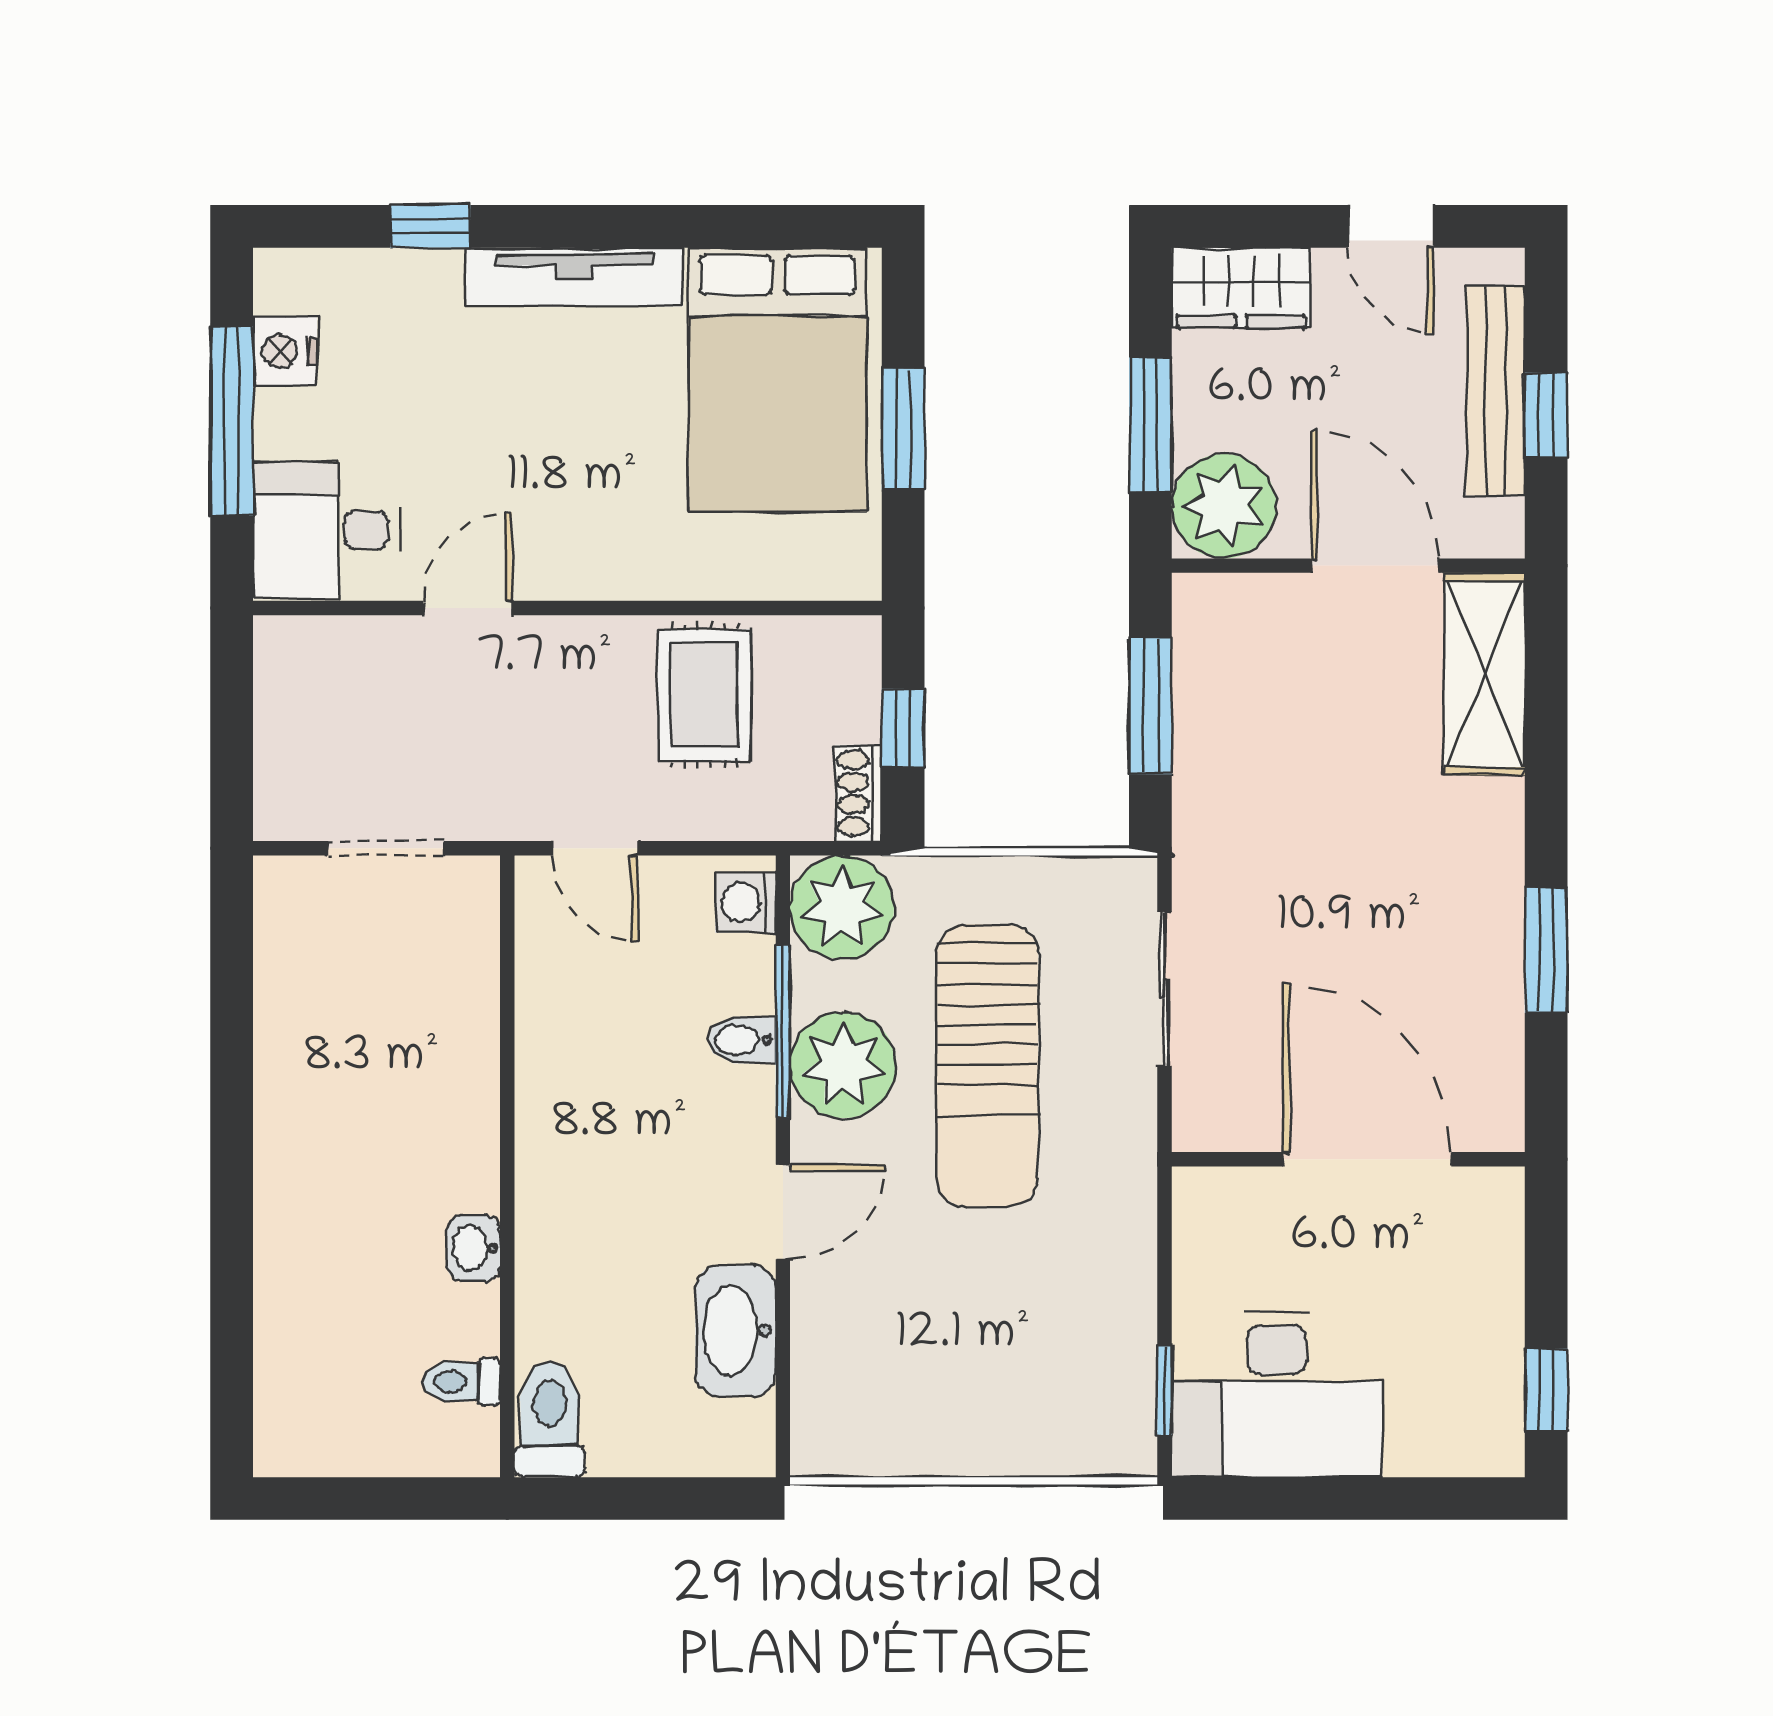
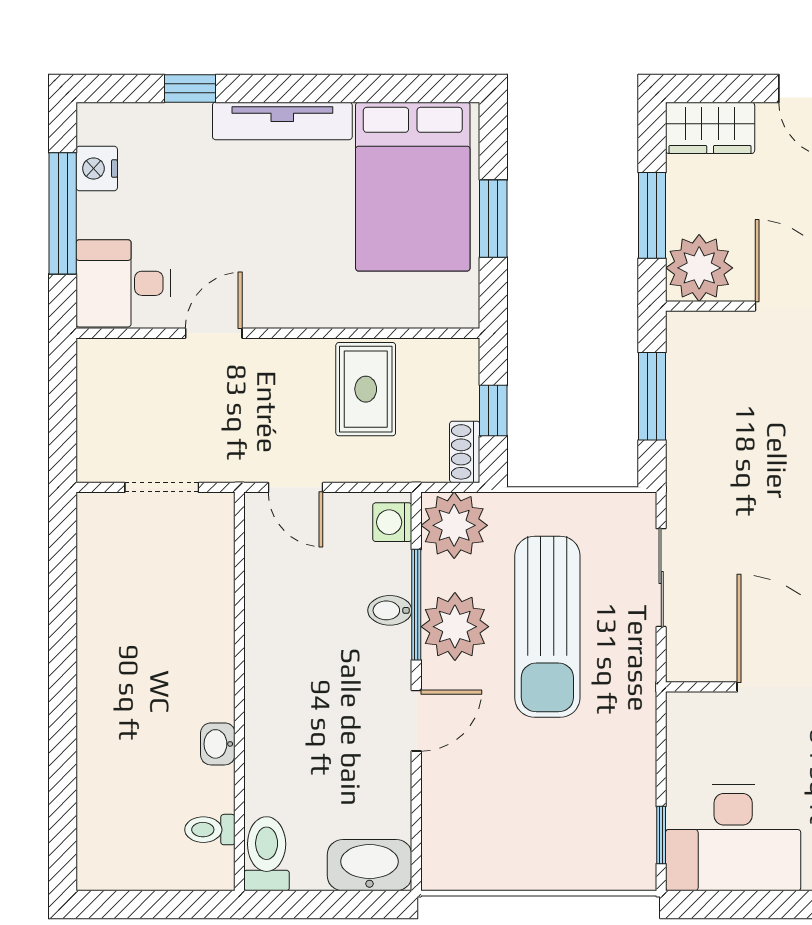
washbasin: (736, 1331) -> (370, 865), moved, turned 90

